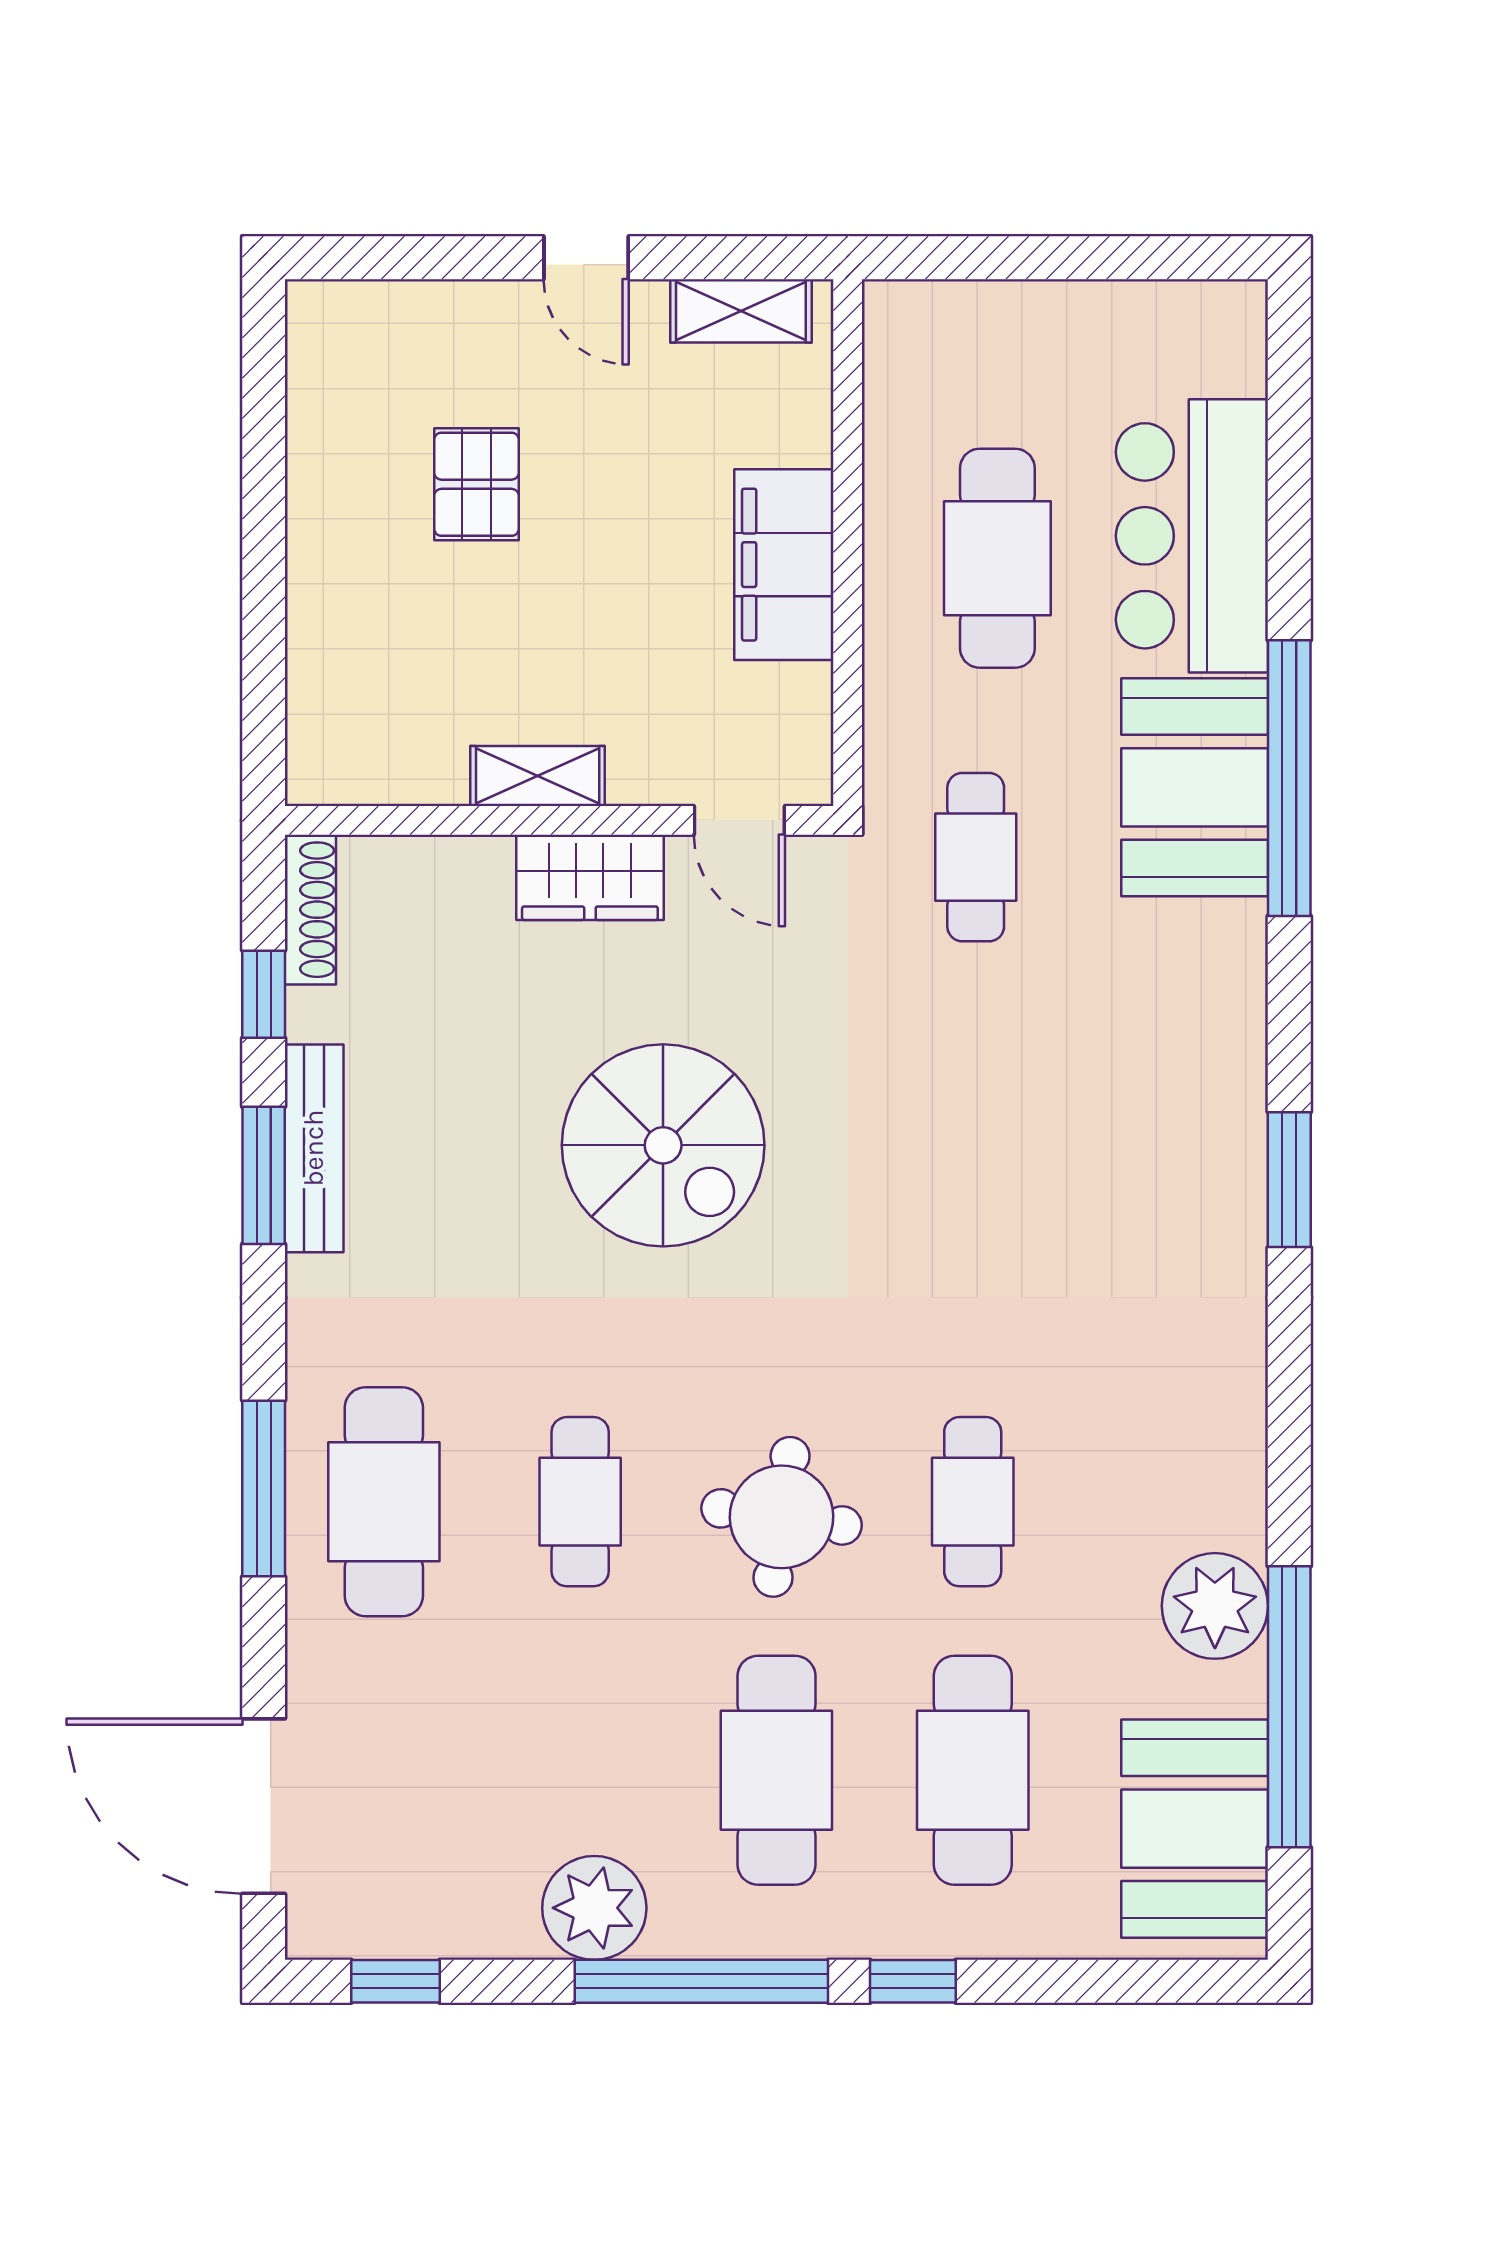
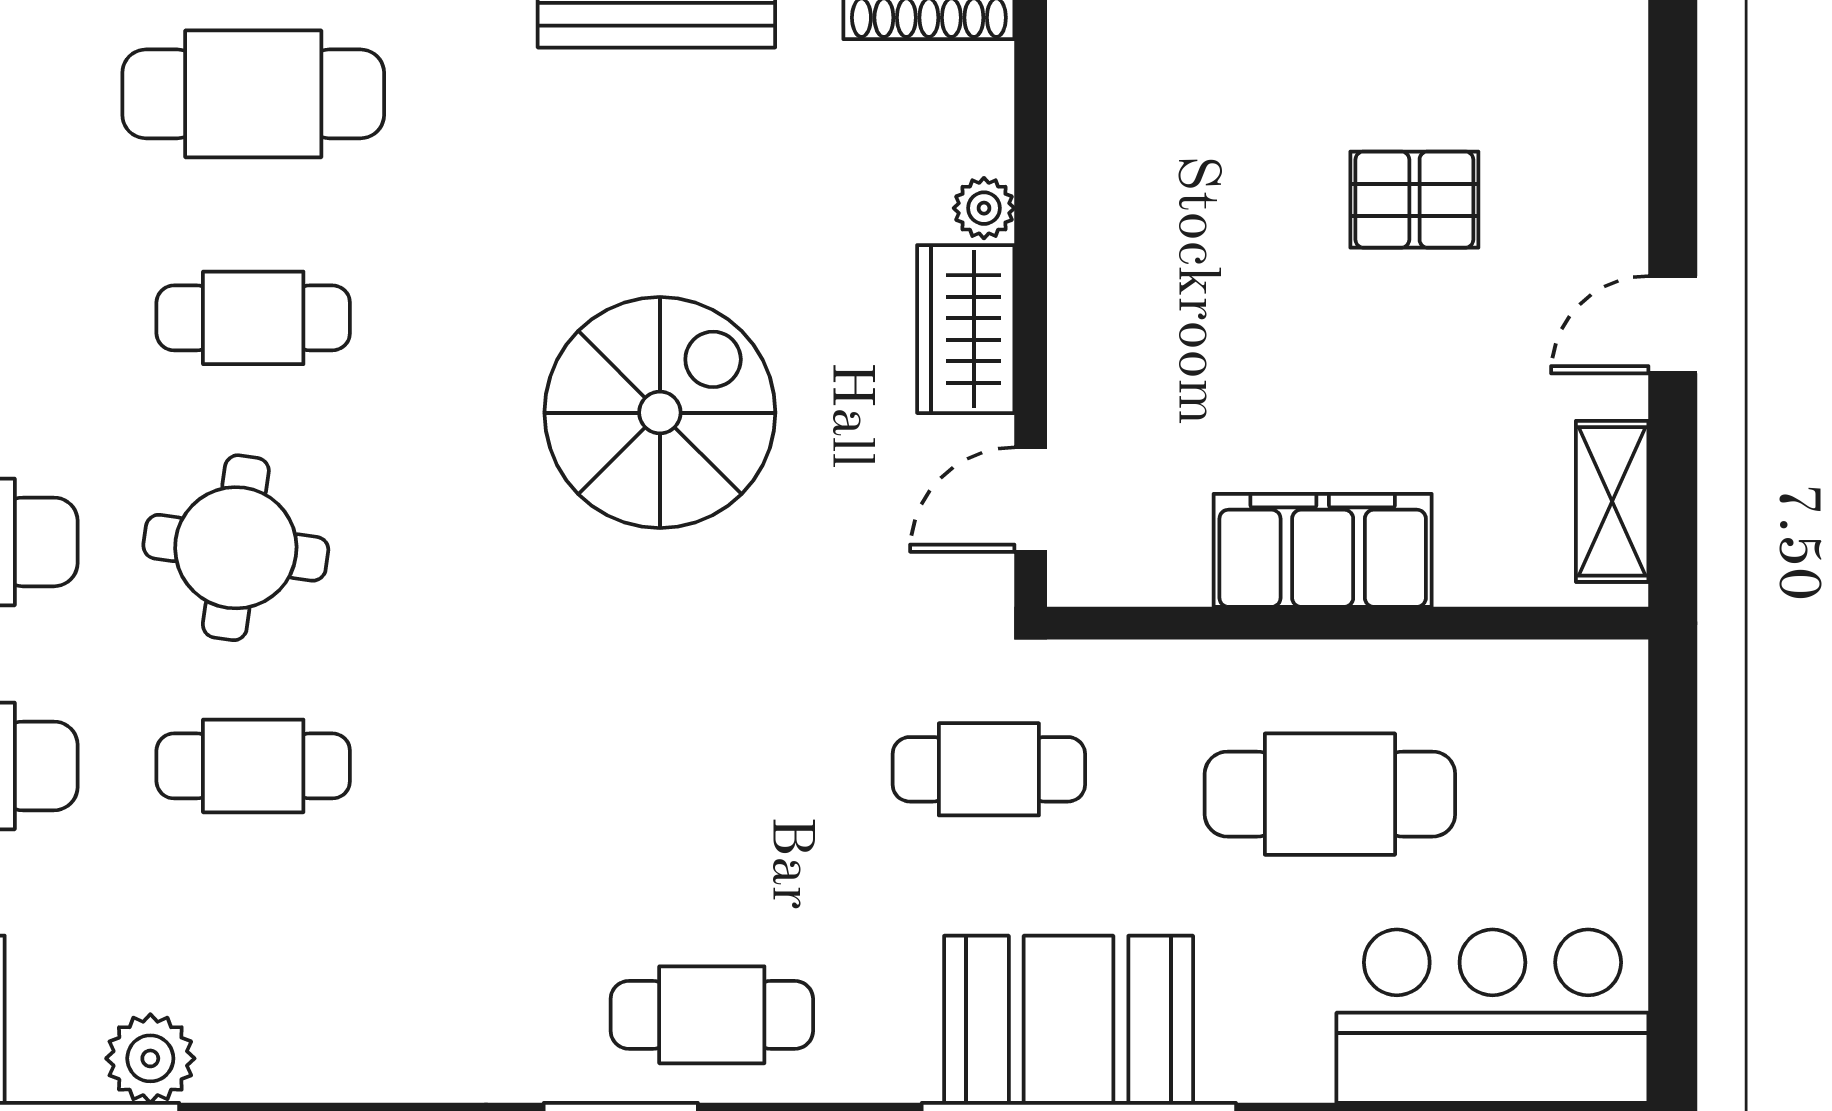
bar counter: (1192, 536) -> (1492, 1016), moved
shelving: (538, 776) -> (1081, 269), removed
plant: (484, 861) -> (984, 208), added
cafe table: (1191, 1100) -> (712, 1015), added
spiral stairs: (663, 1145) -> (660, 413), turned 180
plant: (1215, 1606) -> (150, 1058), width x0.73, depth x0.73

